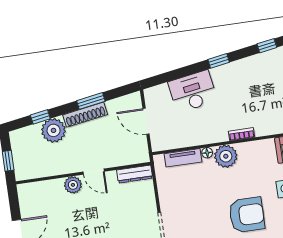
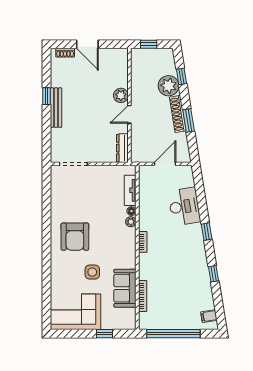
plant: (226, 156) -> (131, 222), width x0.53, depth x0.53

